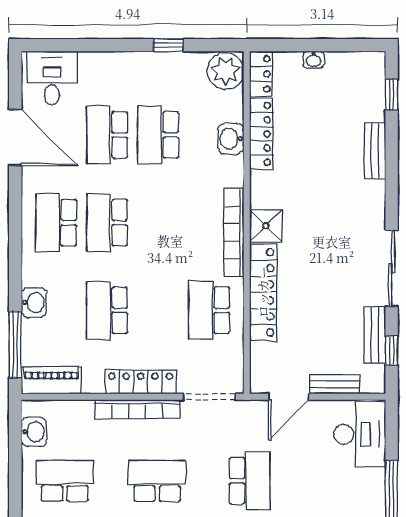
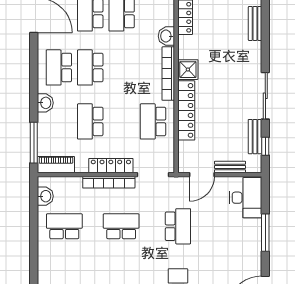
washbasin: (231, 139) -> (166, 36), moved
washbasin: (34, 302) -> (45, 103), moved

